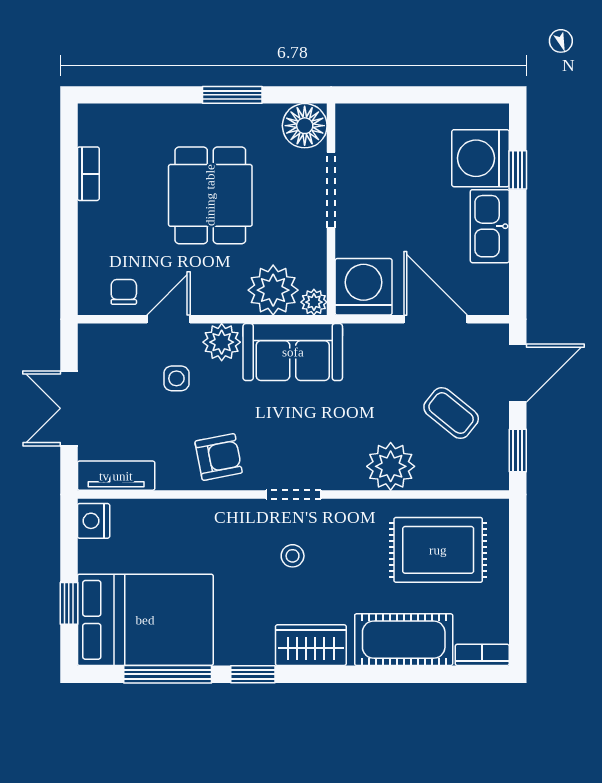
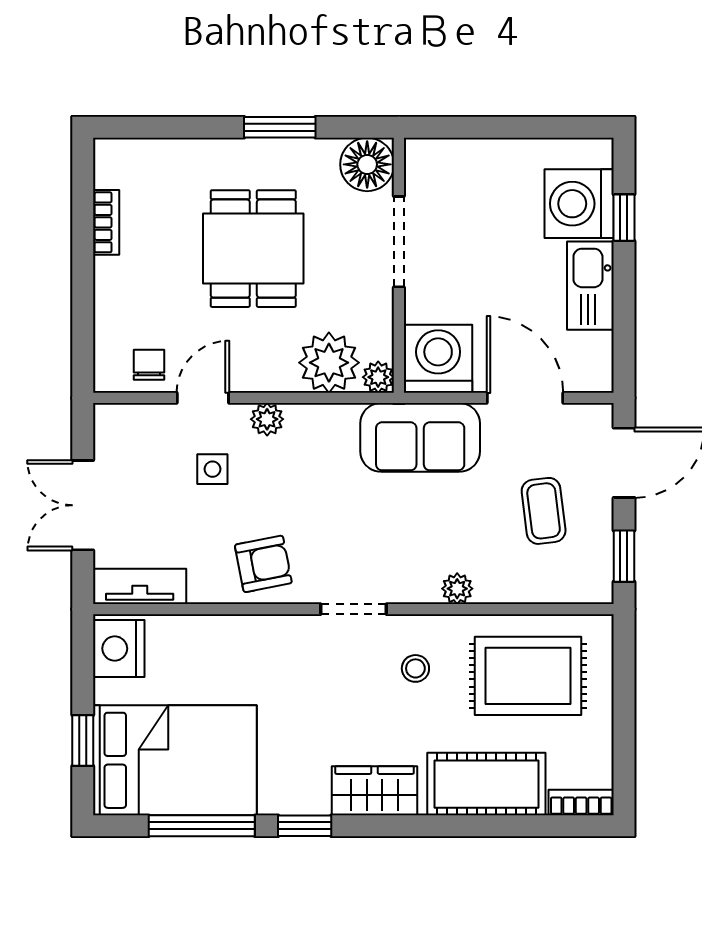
plant: (222, 342) -> (267, 419), width x0.73, depth x0.73
sofa: (293, 352) -> (420, 437), moved
coffee table: (451, 413) -> (544, 511), turned 44
plant: (391, 466) -> (457, 589), width x0.53, depth x0.53
nightstand: (94, 521) -> (119, 648), width x1.36, depth x1.33
stool: (293, 556) -> (415, 668), moved

